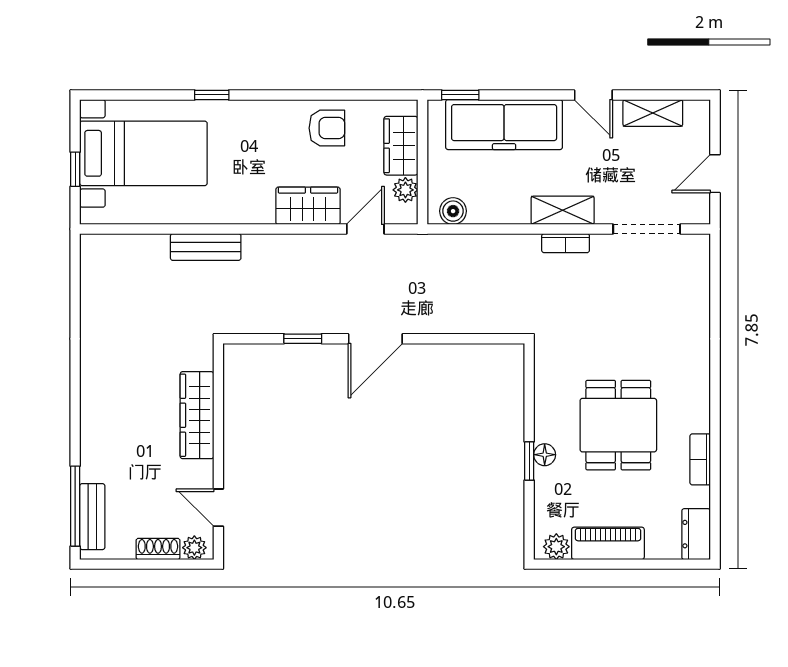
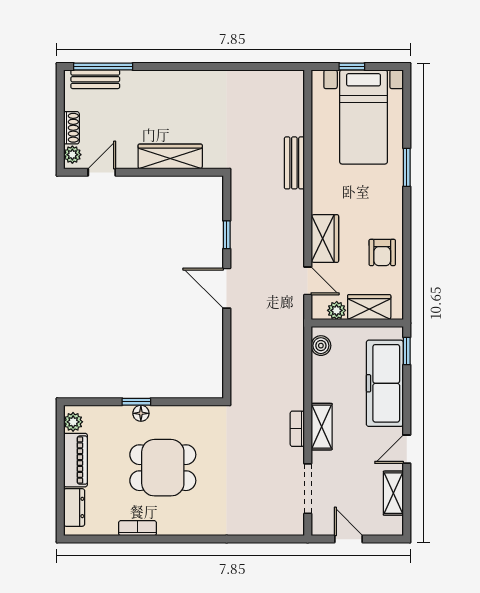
window: (212, 95) -> (407, 167), width x1.50
dresser: (696, 534) -> (74, 507), moved, turned 90

